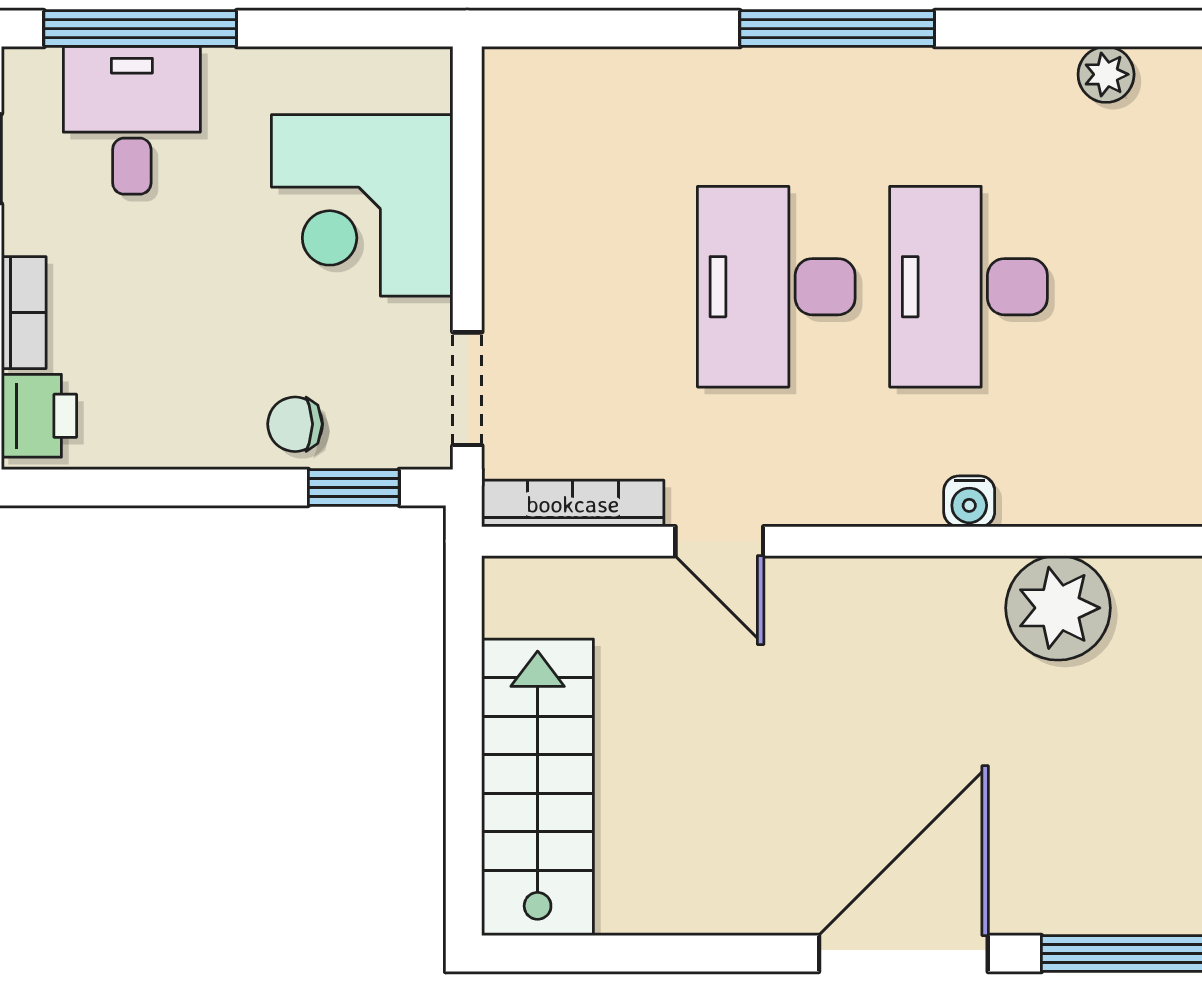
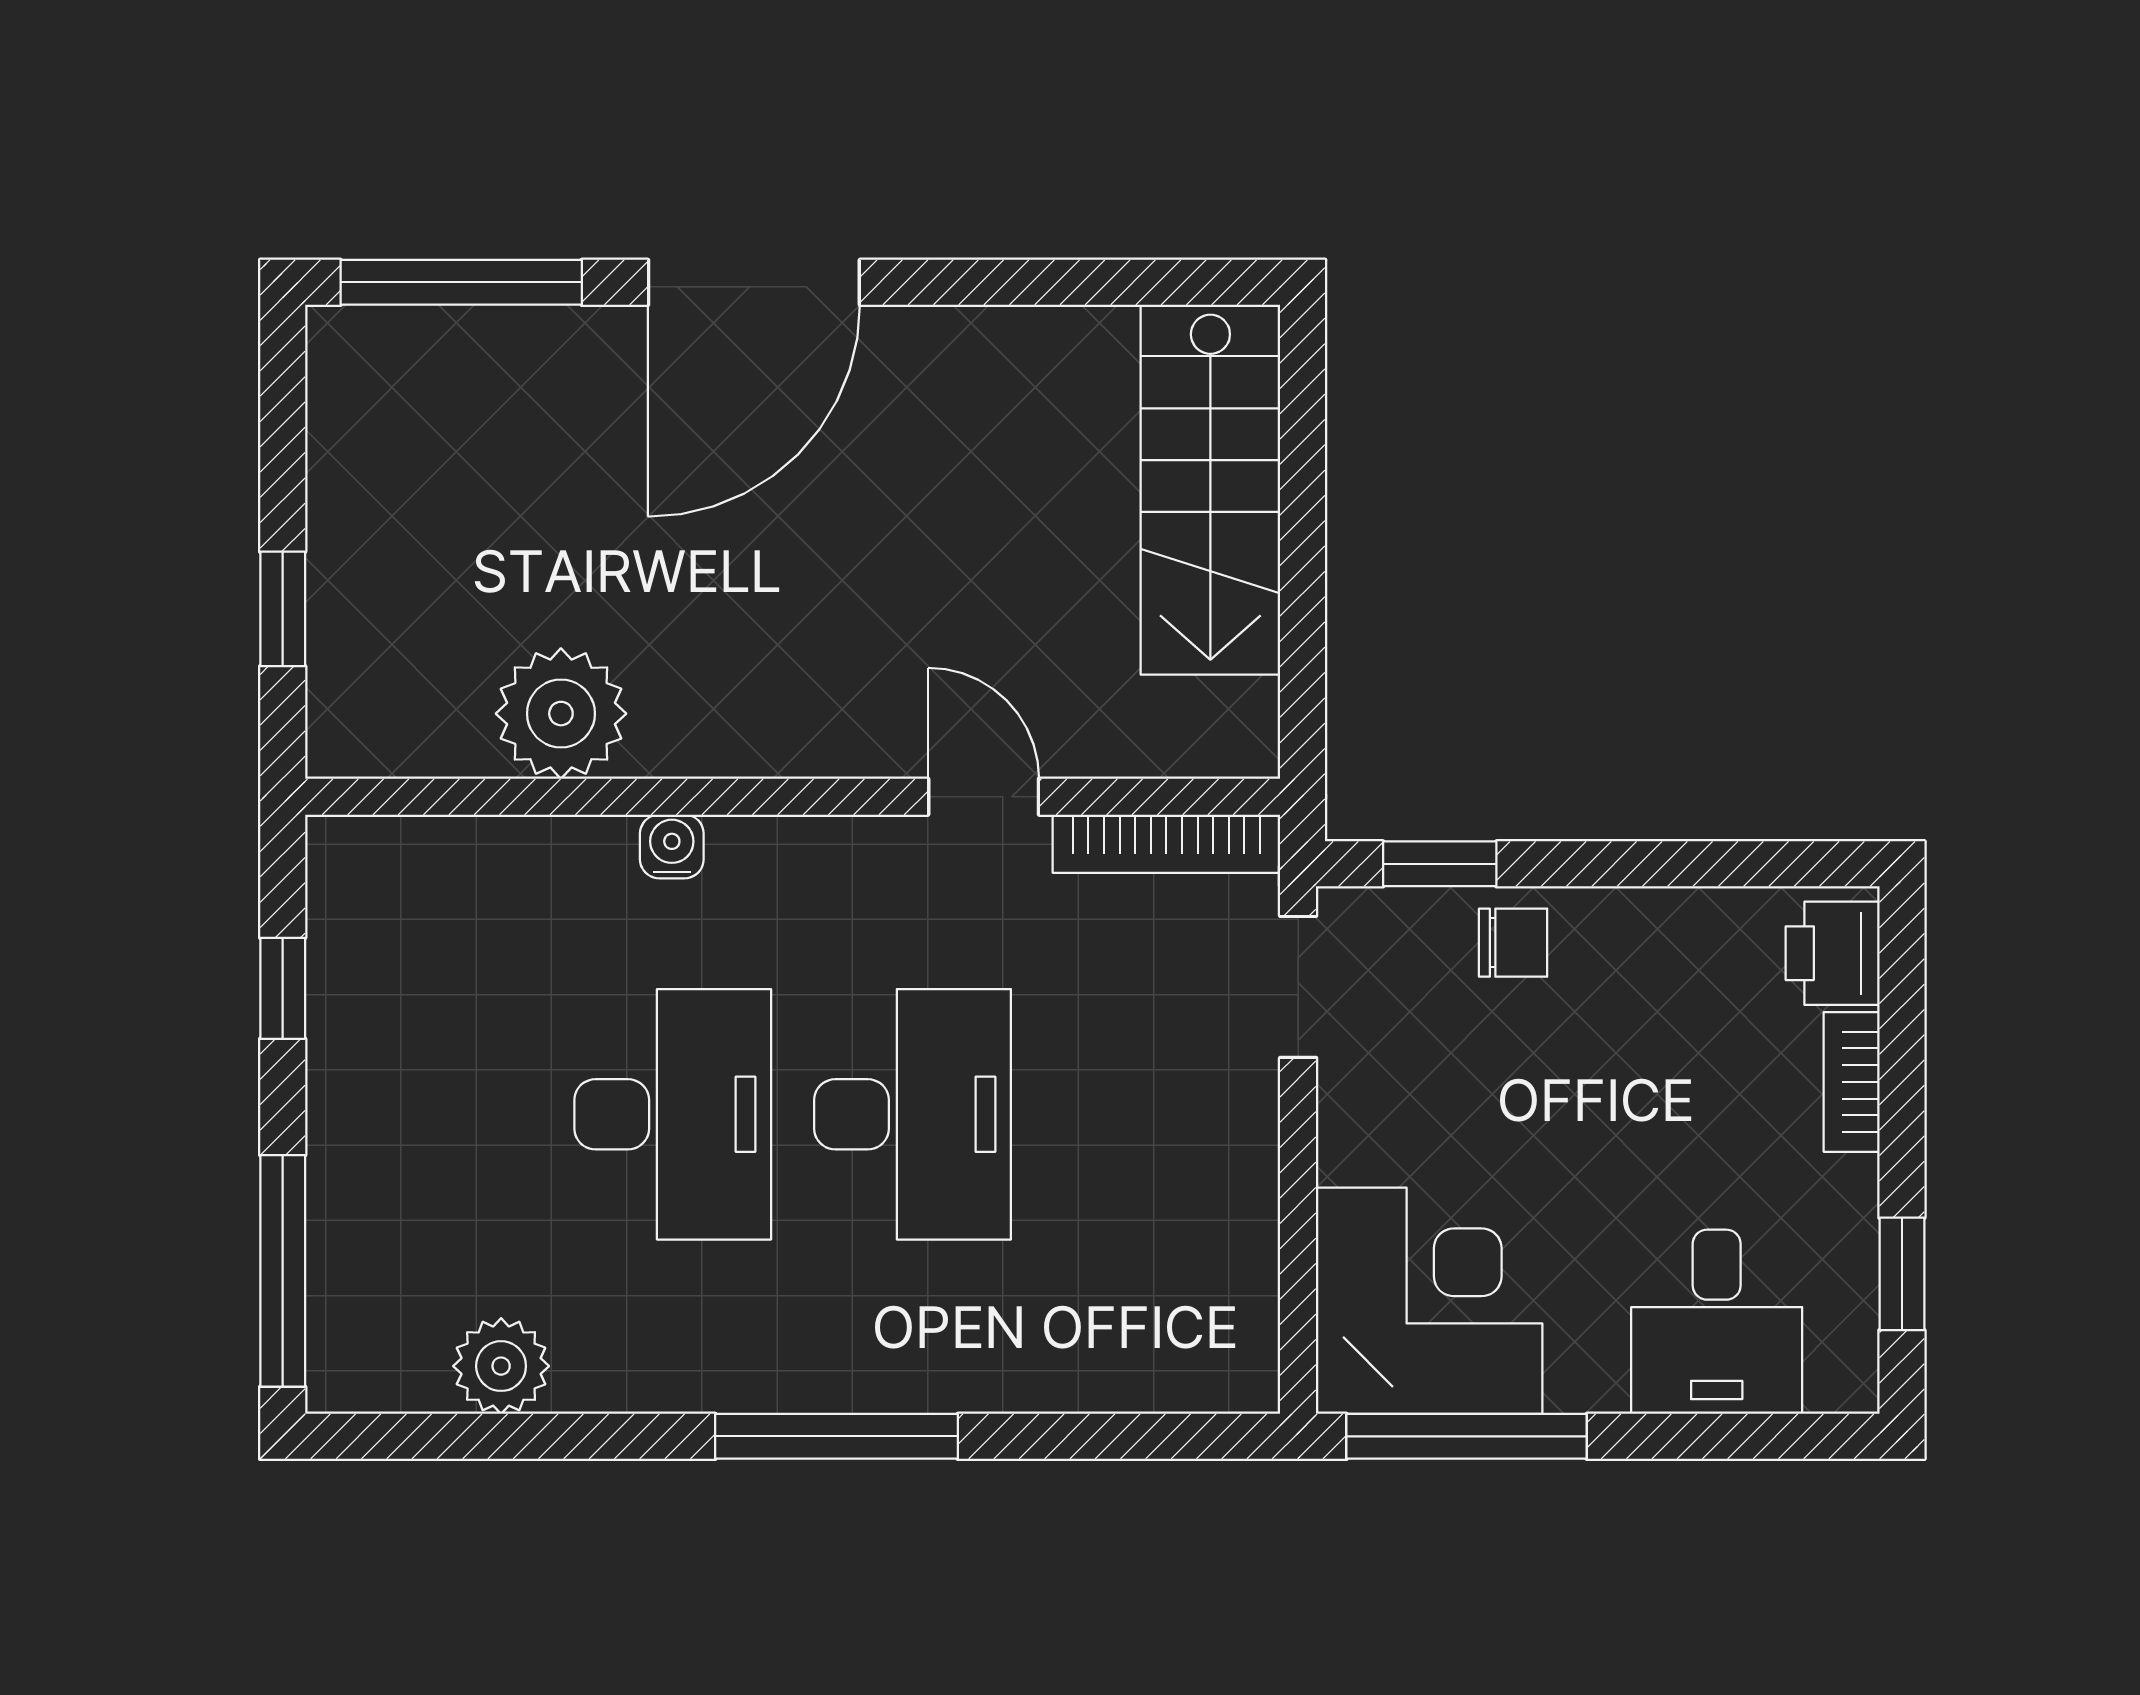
window: (140, 29) -> (1467, 1436), moved
plant: (1106, 74) -> (501, 1366), width x1.38, depth x1.38
corner desk: (362, 205) -> (1429, 1301), moved

